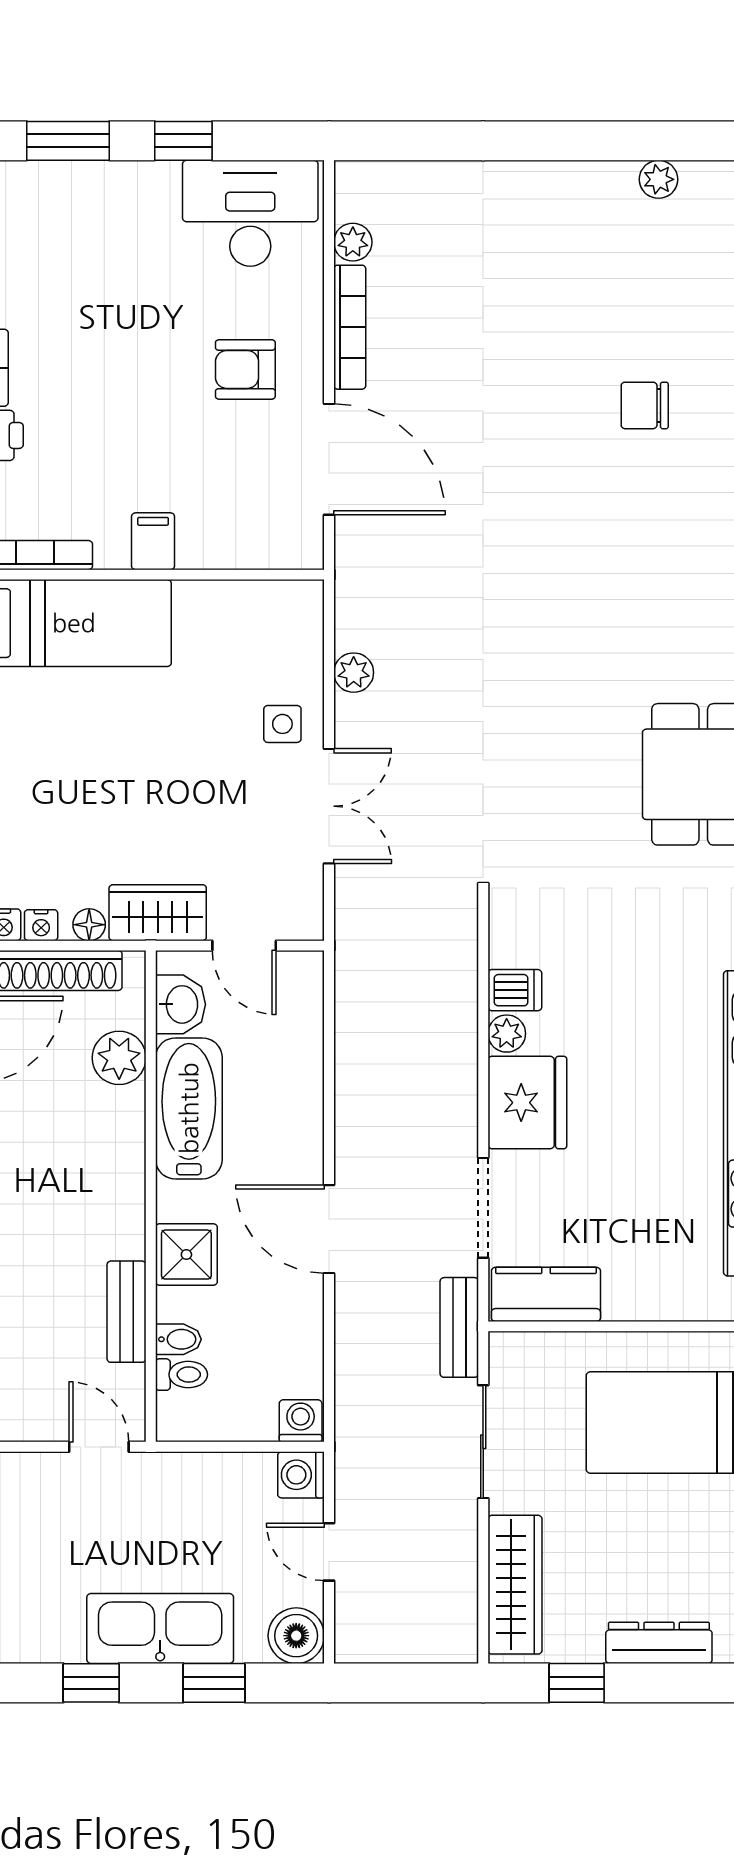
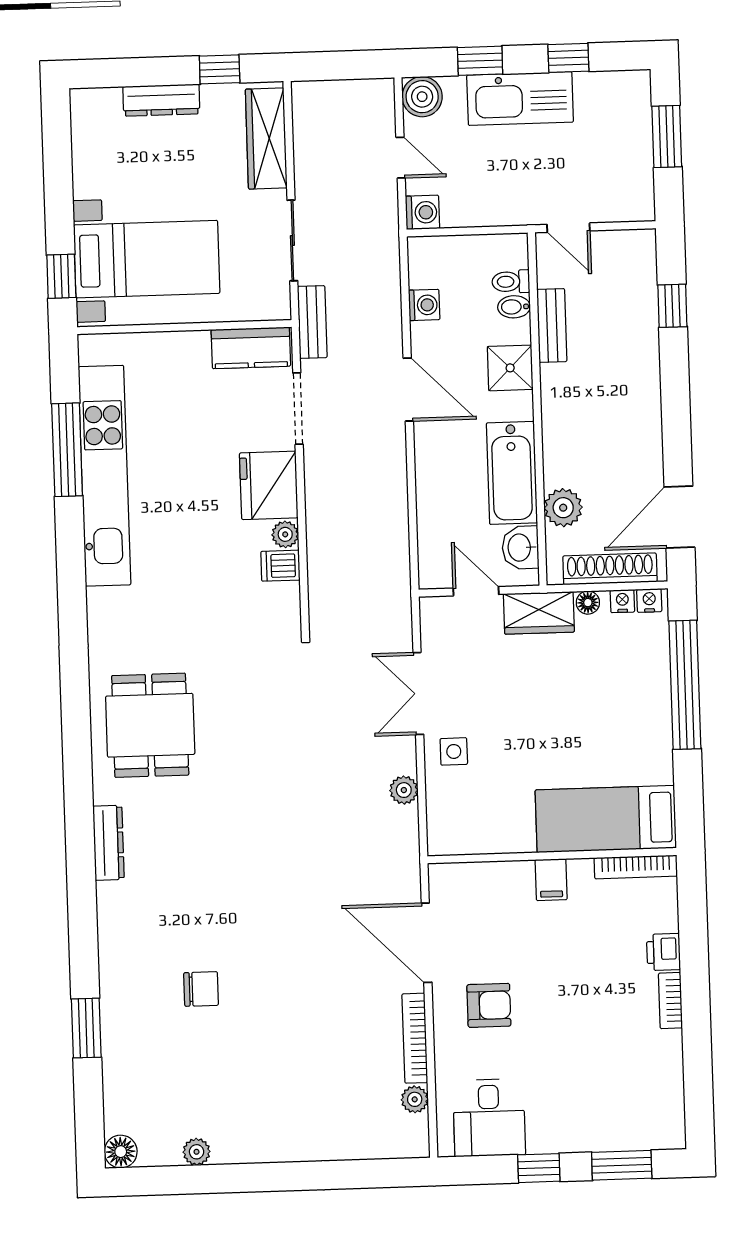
desk: (250, 213) -> (489, 1118), width x0.73
washing machine: (301, 1421) -> (424, 305), moved, turned -90

